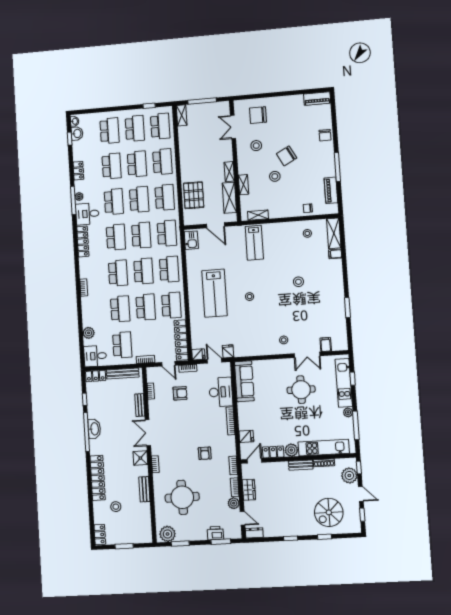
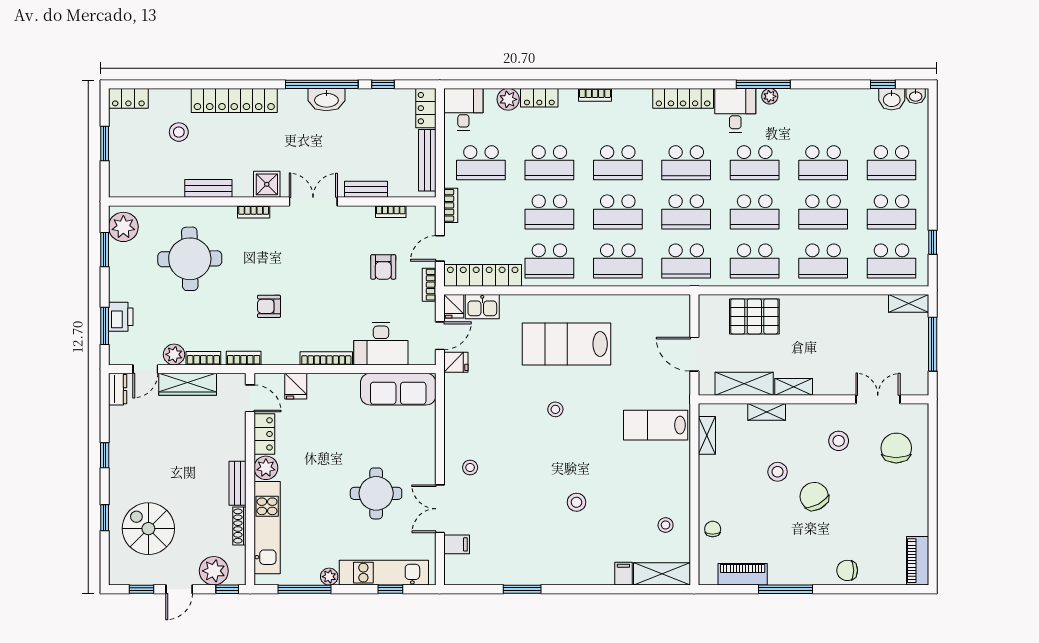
locker: (78, 171) -> (539, 98), moved
door: (216, 225) -> (694, 354), hinge flipped
kitchen sink: (191, 240) -> (482, 307), moved
wardrobe: (249, 490) -> (188, 384), width x1.50

